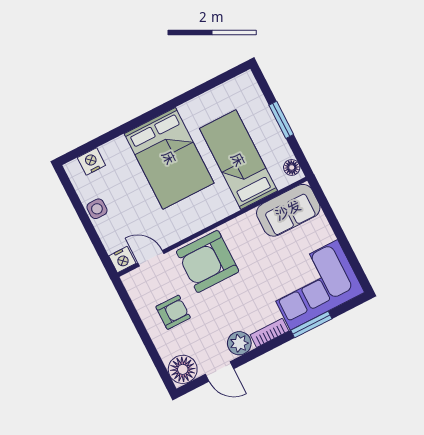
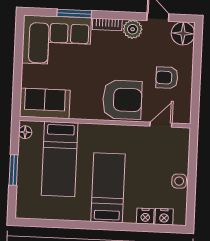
bed: (169, 158) -> (108, 188), width x0.67
door: (151, 258) -> (161, 125), swing flipped
nightstand: (122, 260) -> (145, 216), moved, turned 180

